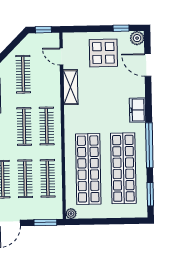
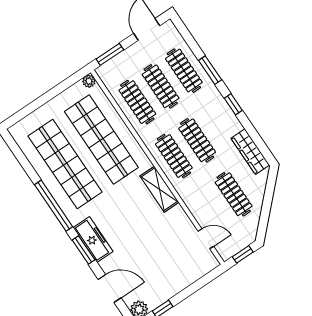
display table: (103, 53) -> (164, 271), removed
shelving: (70, 87) -> (159, 189), moved
freezer: (138, 110) -> (93, 239), width x1.40
window: (150, 194) -> (84, 250), moved

